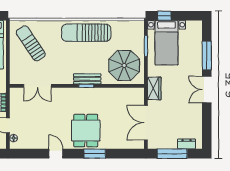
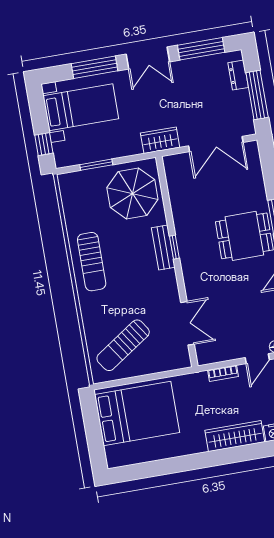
sun lounger: (86, 33) -> (92, 262), width x0.73, depth x0.75
bed with nightstands: (167, 43) -> (81, 107), moved
window: (207, 124) -> (201, 49), added

